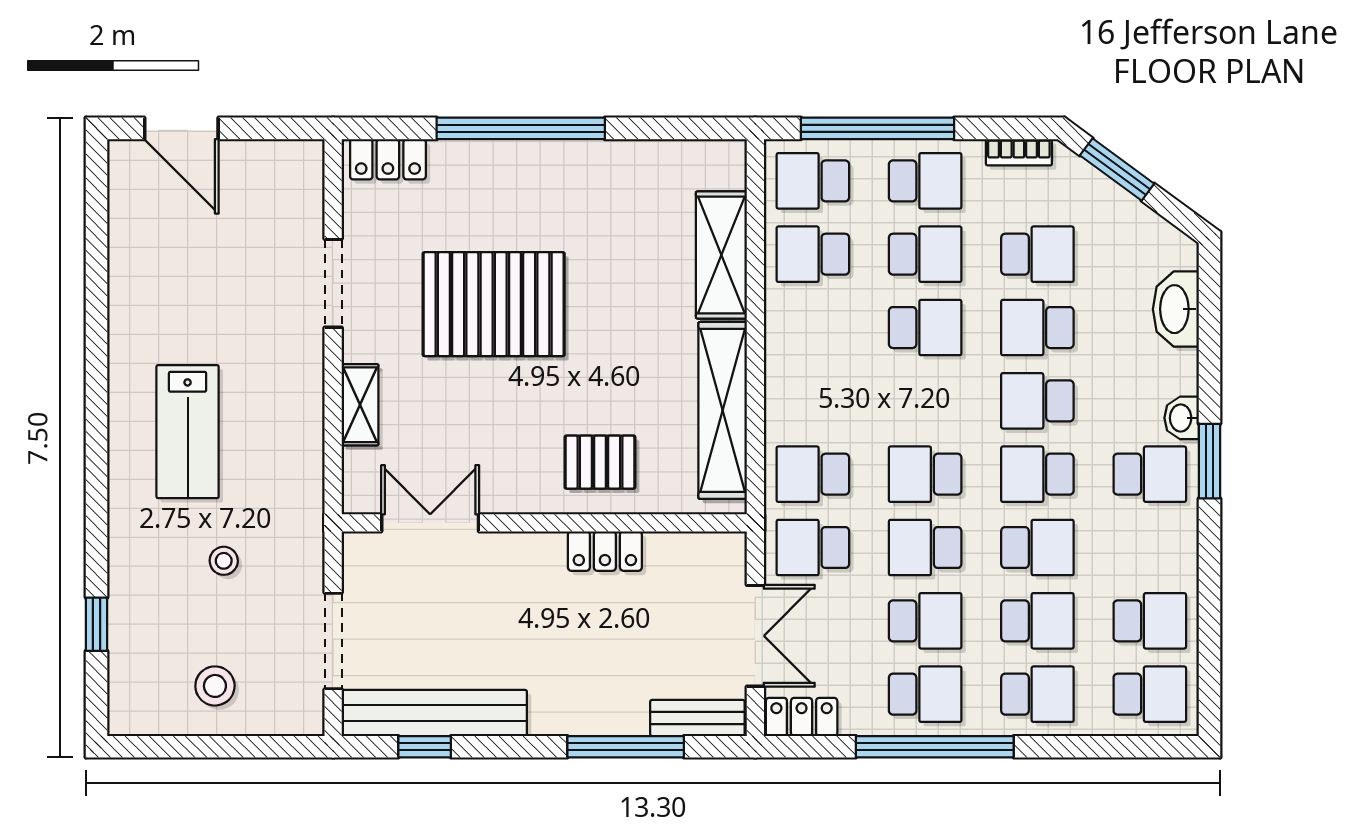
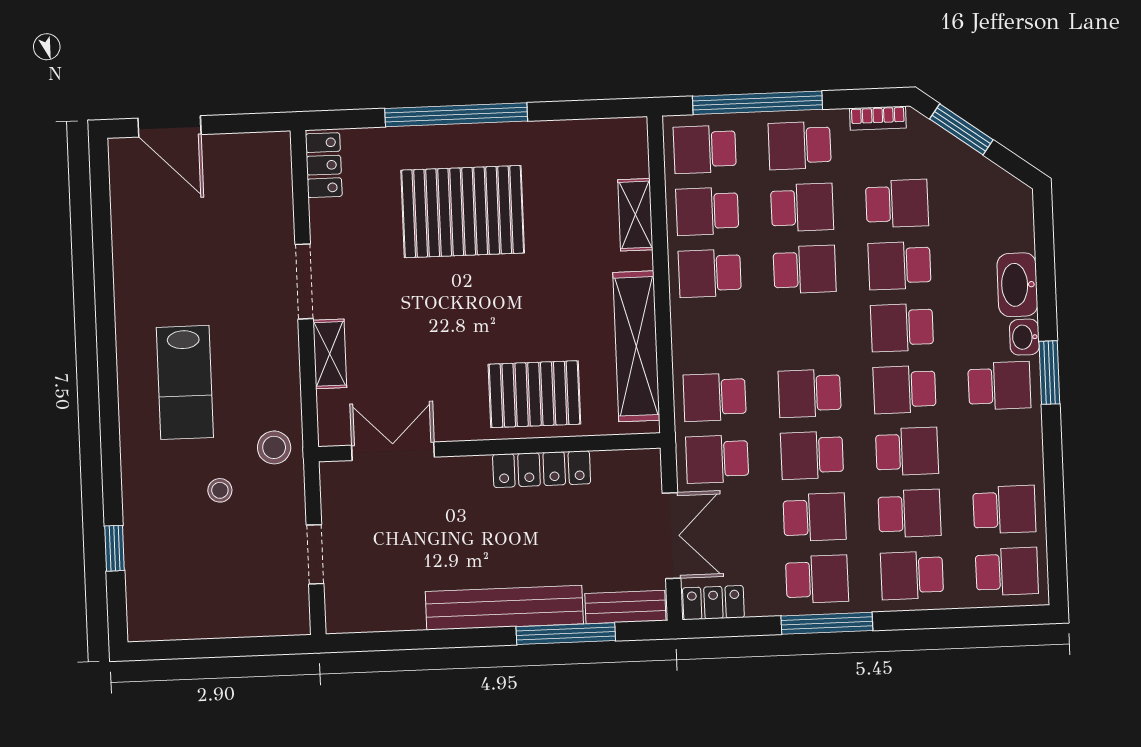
locker: (388, 159) -> (324, 165), moved, turned -90
school desk: (925, 181) -> (800, 145), turned 180
shelving: (721, 255) -> (635, 215), width x0.67, depth x0.75
doorway: (333, 283) -> (304, 281), moved
pallet: (494, 304) -> (463, 212), moved
washbasin: (1176, 309) -> (1017, 285), moved
school desk: (813, 328) -> (710, 273), added
pallet: (600, 462) -> (534, 394), width x1.50, depth x1.42
locker: (605, 551) -> (542, 469), width x1.53
doorway: (333, 641) -> (315, 554), width x0.73
stool: (215, 686) -> (274, 447), moved
school desk: (1037, 694) -> (912, 575), turned 180
bench: (434, 713) -> (504, 608), moved
window: (425, 747) -> (396, 641), removed
window: (935, 747) -> (827, 623), width x0.68

